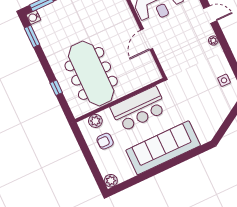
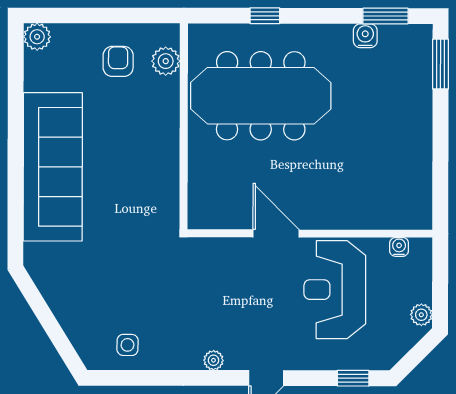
water cooler: (33, 17) -> (365, 36), moved
bar counter: (139, 109) -> (150, 155), removed

